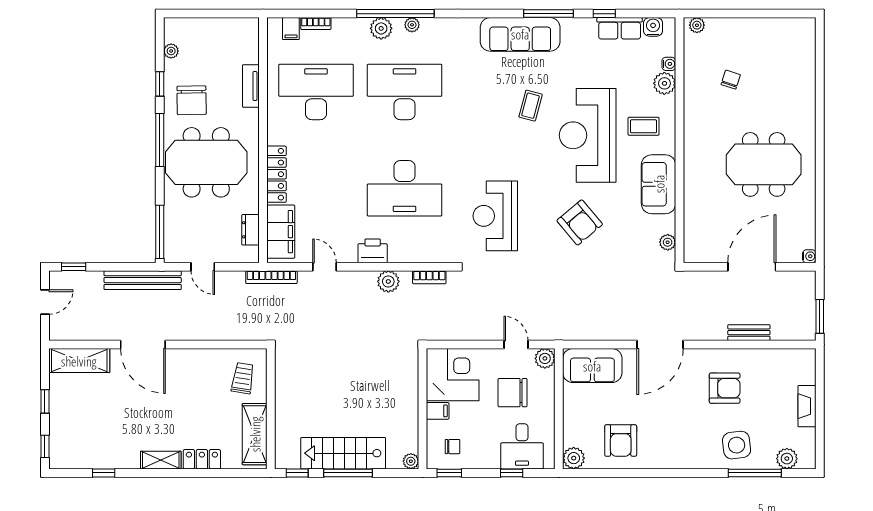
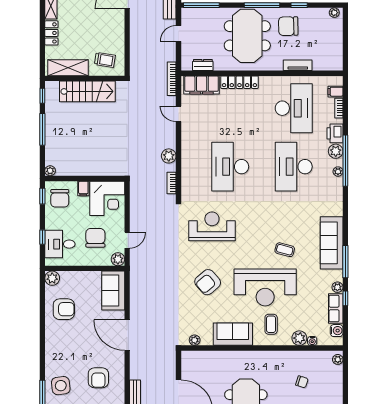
plant: (587, 26) -> (337, 287), added
plant: (171, 51) -> (334, 13), moved
desk: (405, 92) -> (294, 167), turned 180
reception desk: (588, 135) -> (265, 287), turned 180
printer: (373, 251) -> (335, 133), moved, turned 180
door: (325, 267) -> (178, 114), swing flipped
armchair: (621, 441) -> (64, 309), turned 180
chair: (453, 447) -> (60, 198), width x1.87, depth x1.87
stairs: (343, 453) -> (87, 91), moved, turned 90

